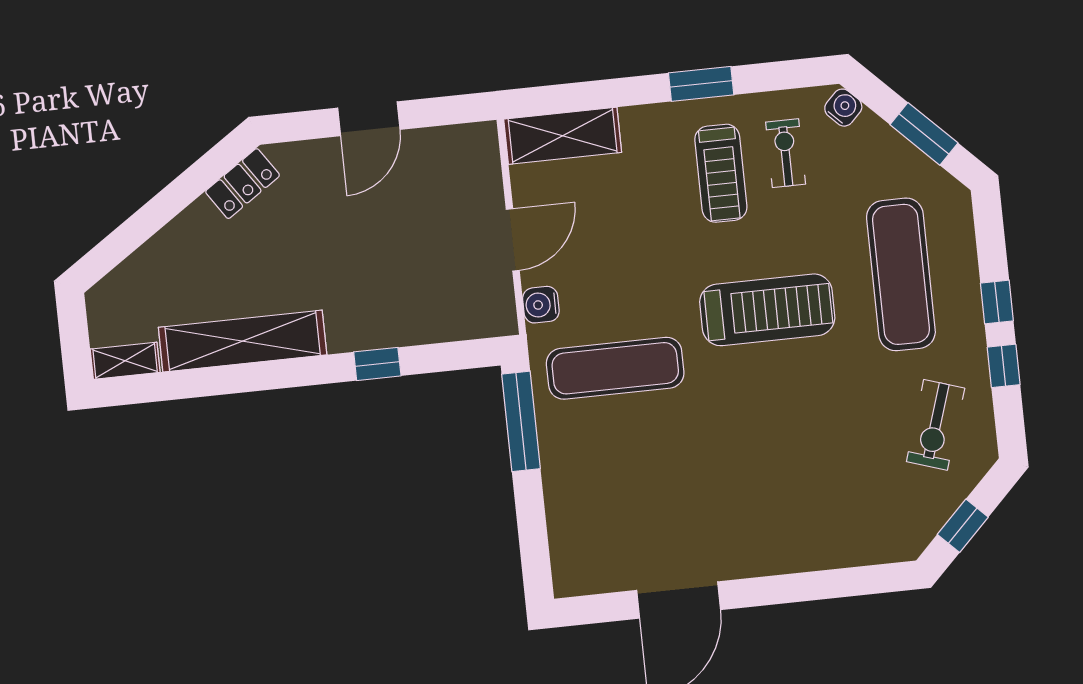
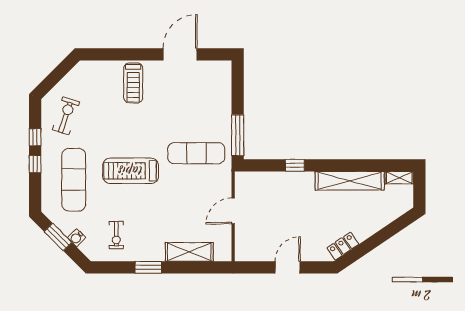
water cooler: (843, 108) -> (77, 238), moved
shelving: (563, 136) -> (189, 252), moved
treadmill: (721, 173) -> (133, 83), moved, turned 180
water cooler: (541, 305) -> (224, 183), removed
window: (963, 526) -> (59, 73), removed

